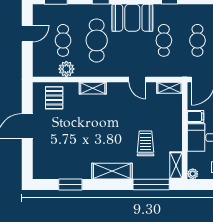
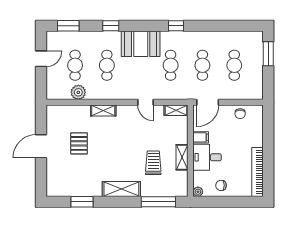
cafe table: (97, 40) -> (107, 65), width x0.73, depth x0.74
pallet: (54, 98) -> (79, 143), moved
shelving: (176, 165) -> (182, 157), moved

